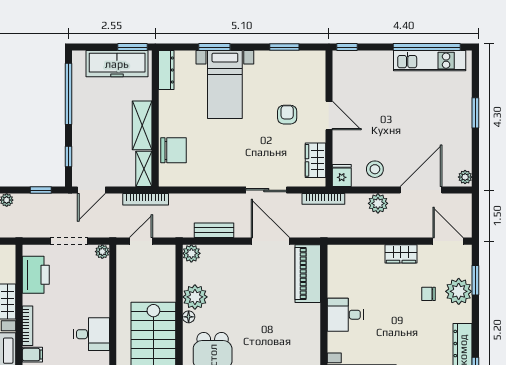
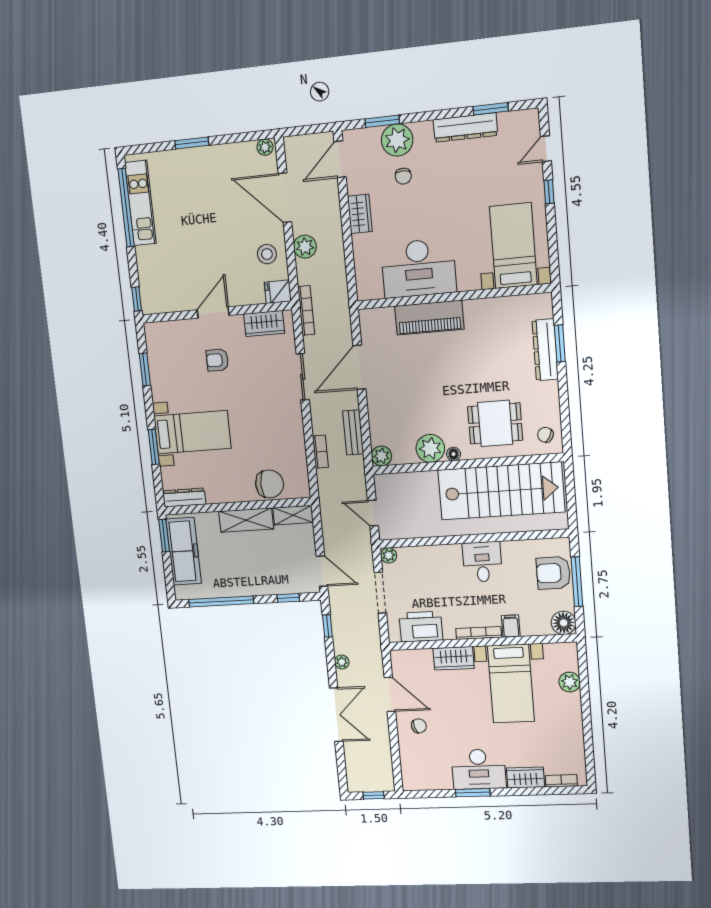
chair: (173, 150) -> (269, 484), turned 90
bookcase: (146, 199) -> (320, 452), moved, width x0.64
piano: (308, 274) -> (429, 318), moved
desk: (345, 315) -> (419, 268), width x1.87, depth x1.30

